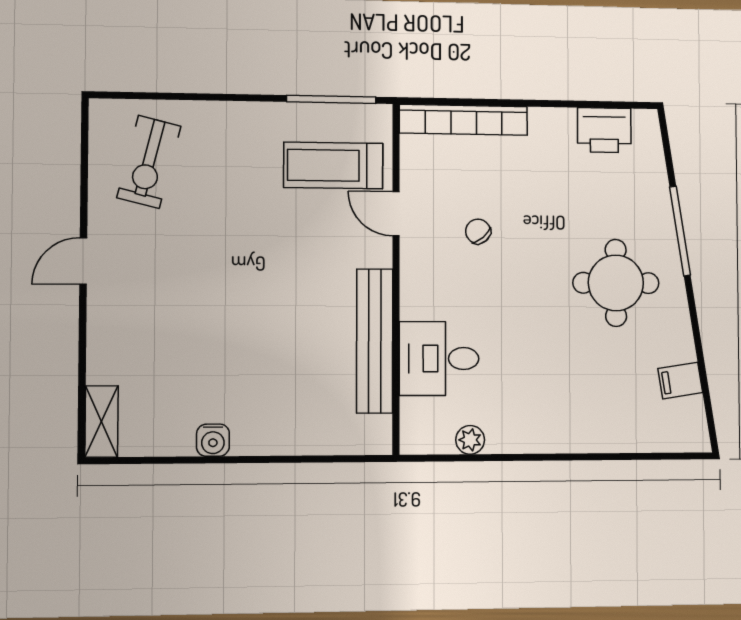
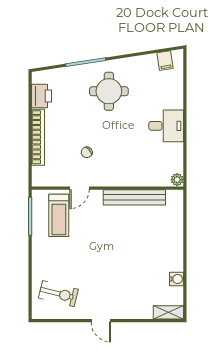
bookcase: (464, 120) -> (38, 137), moved
desk: (439, 359) -> (166, 126), moved, turned -90
filing cabinet: (680, 381) -> (165, 61), moved
water cooler: (213, 440) -> (177, 279), moved
plant: (470, 440) -> (177, 180), moved

